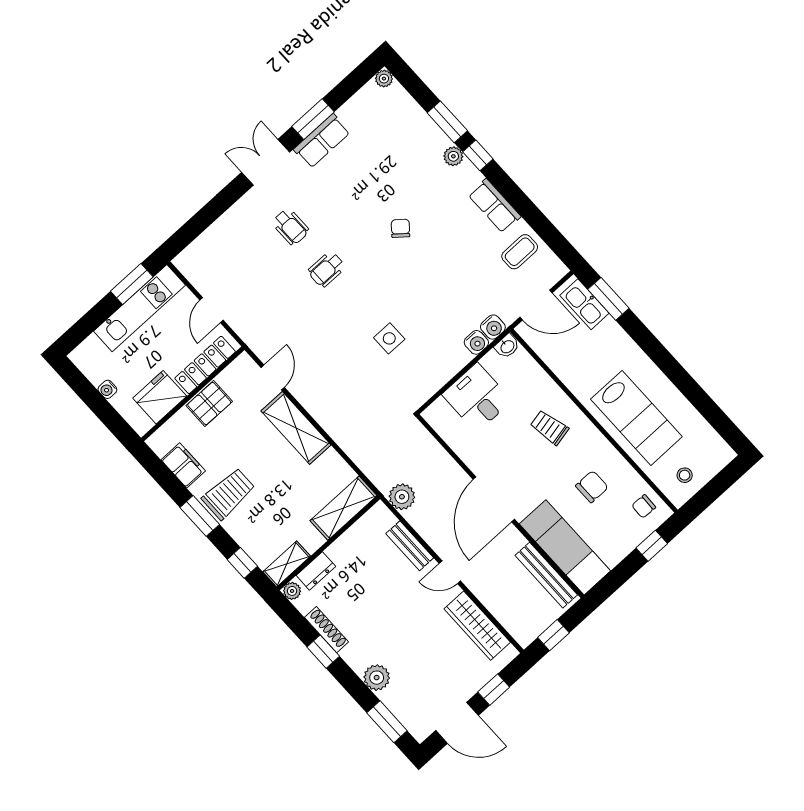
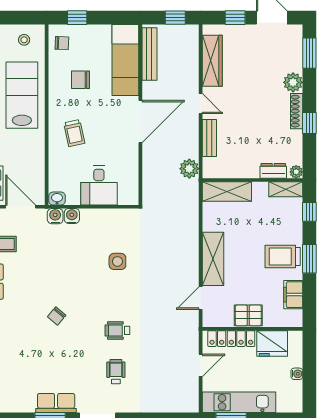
wheelchair: (327, 269) -> (117, 330), turned 180
shoe rack: (327, 630) -> (297, 111), moved

